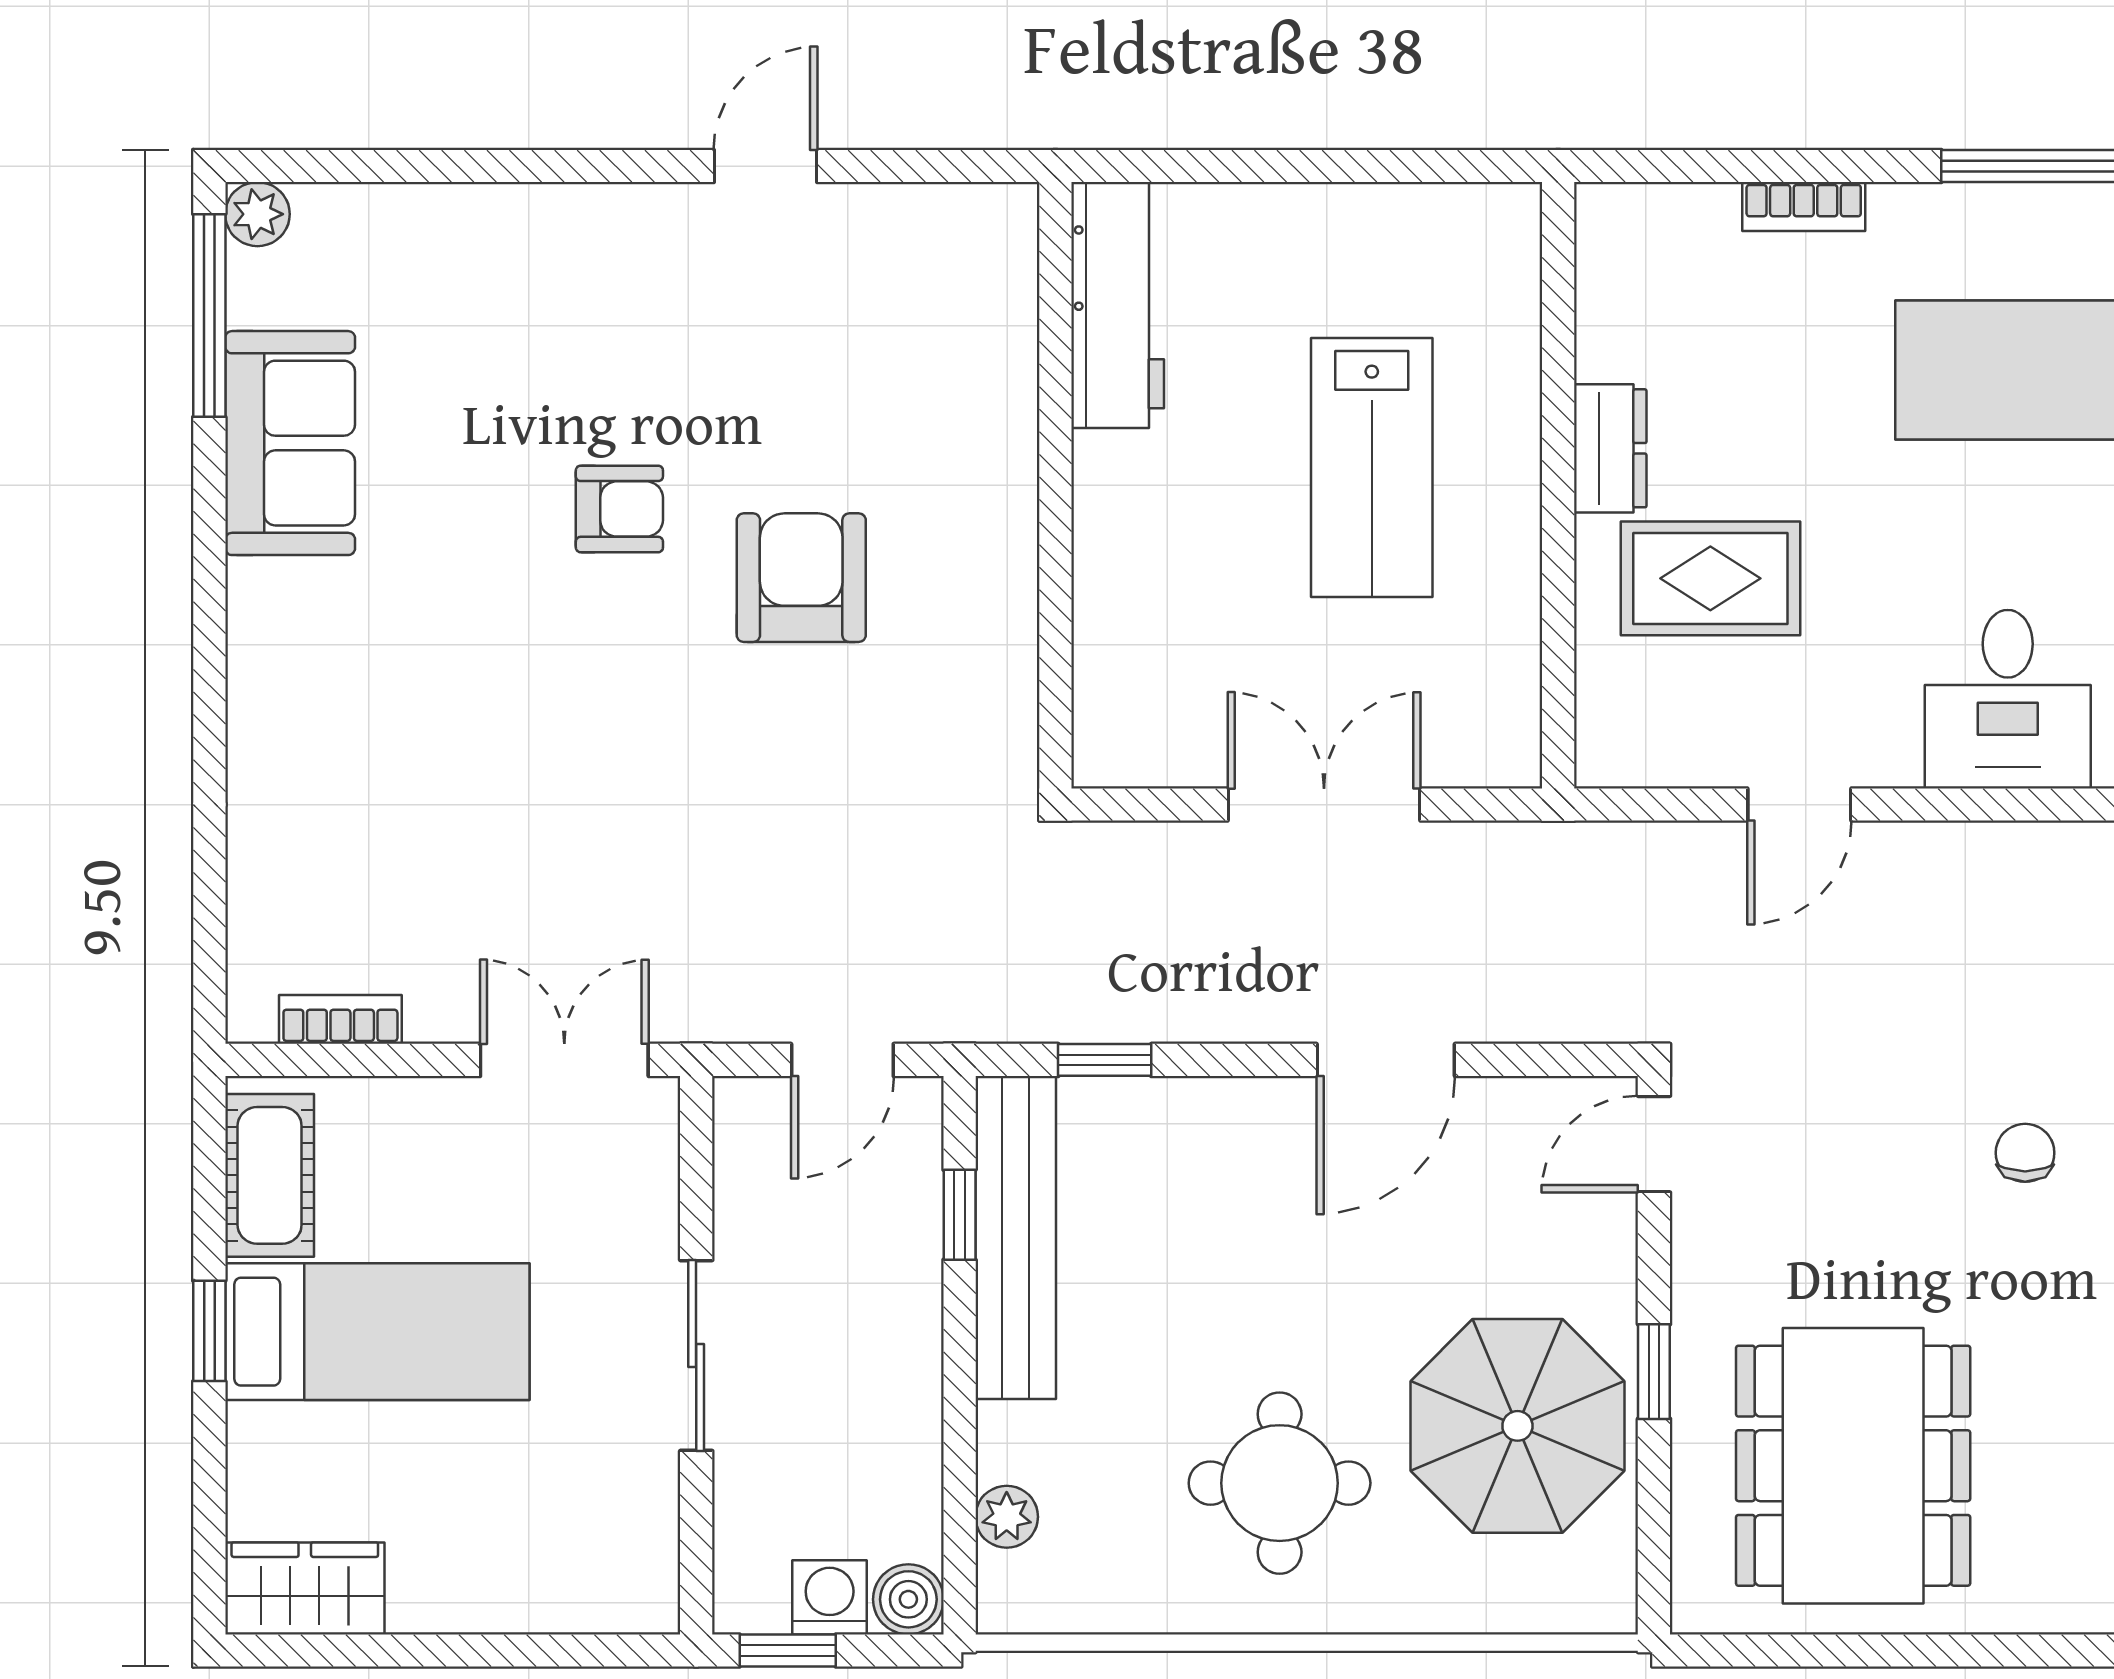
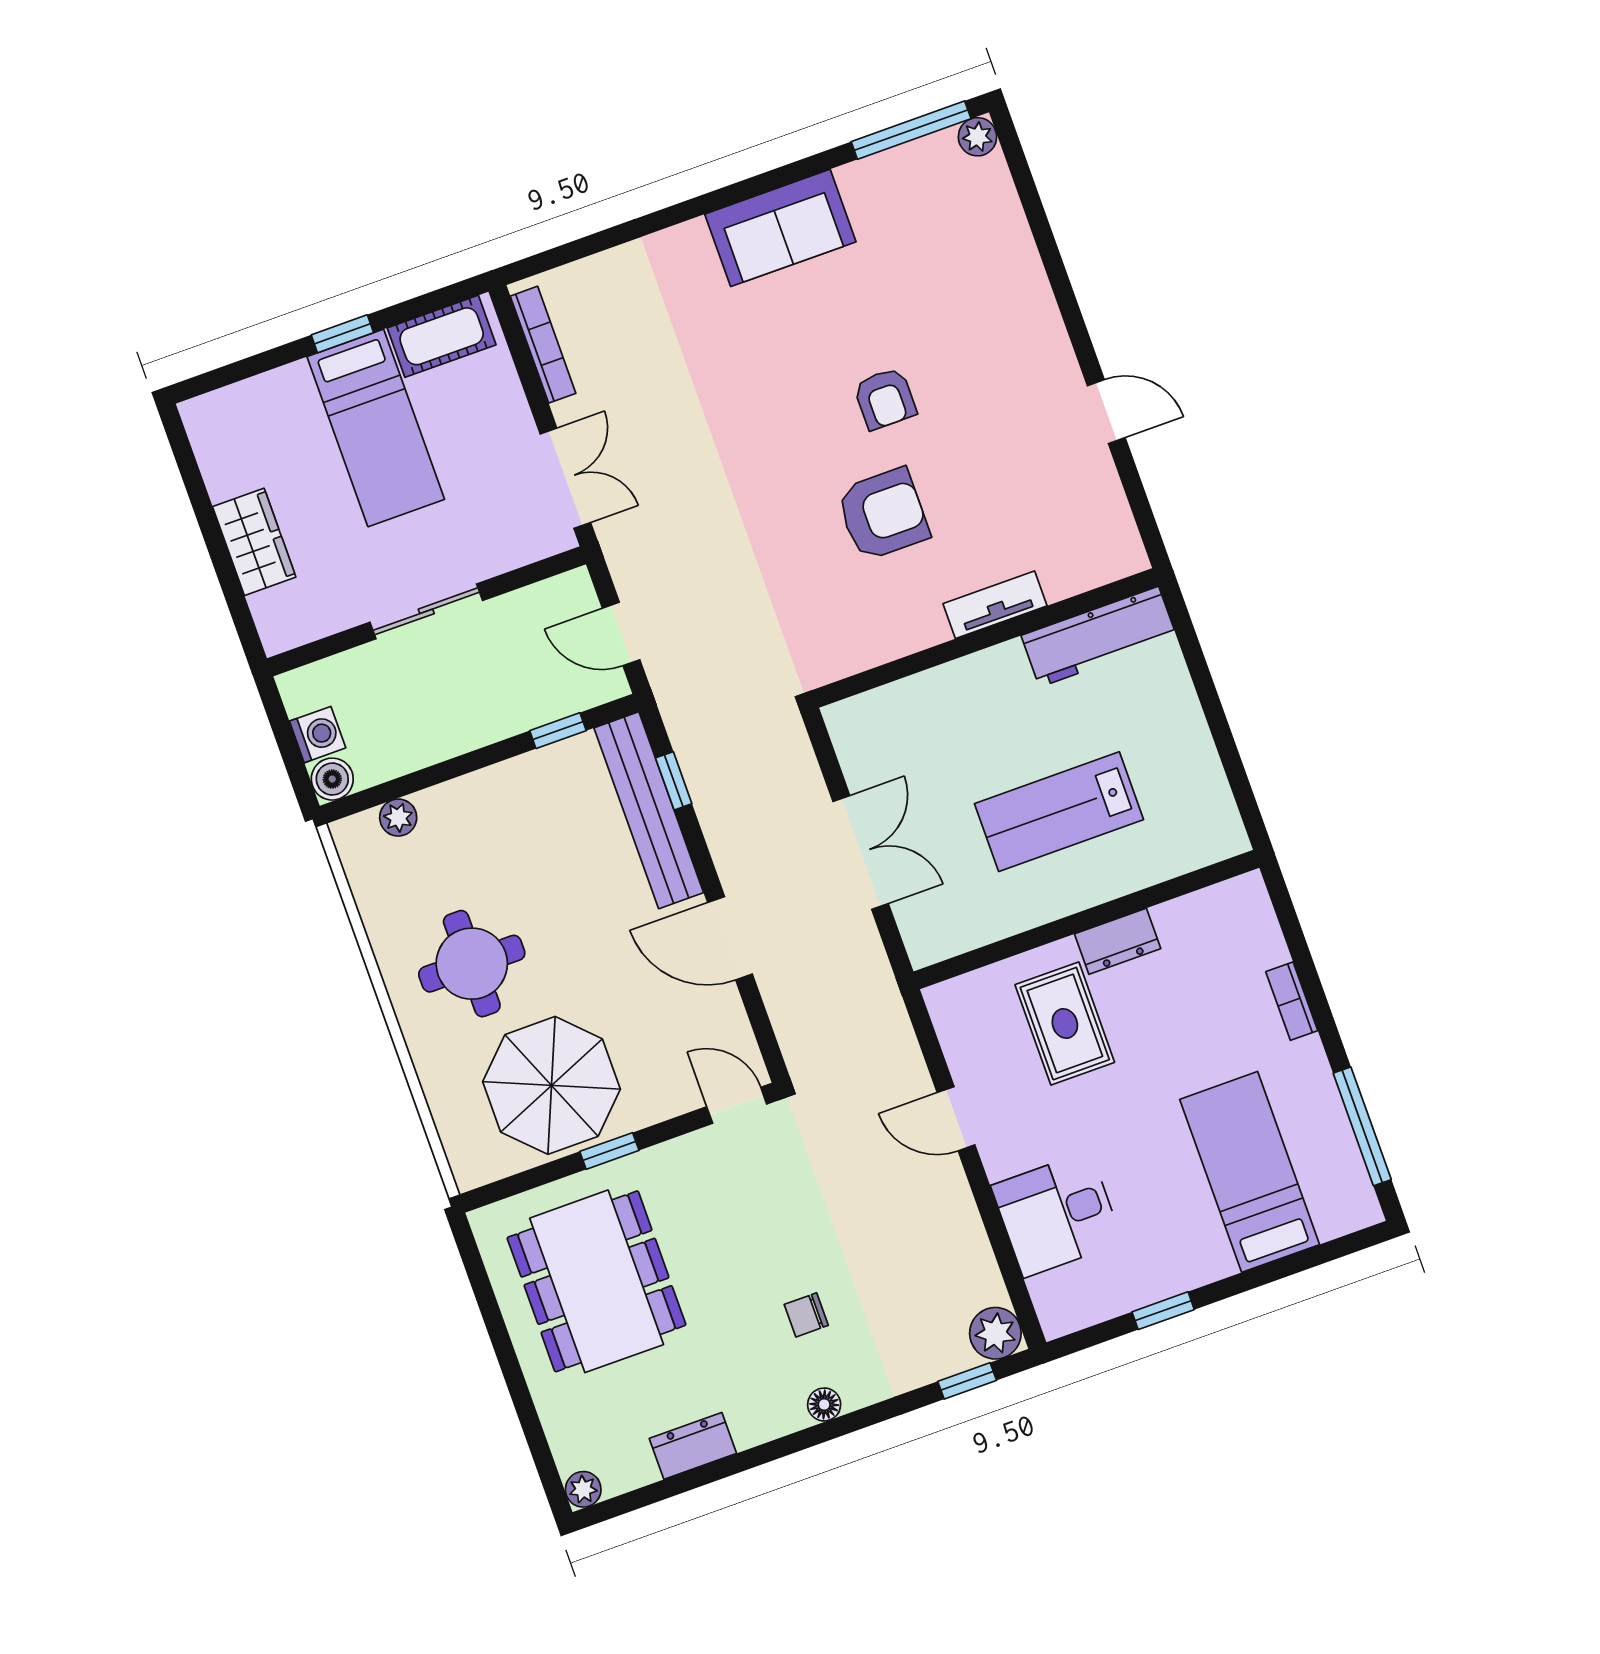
sofa: (290, 443) -> (780, 228), moved
tv unit: (1008, 452) -> (995, 605), added
bookcase: (340, 1019) -> (543, 345), width x1.56
chair: (2025, 1153) -> (806, 1315), turned 180
bench: (1016, 1237) -> (649, 810), moved, turned 90
dining table: (1853, 1466) -> (597, 1281), turned 90
wardrobe: (305, 1588) -> (254, 542), moved
window: (788, 1651) -> (279, 722), removed

